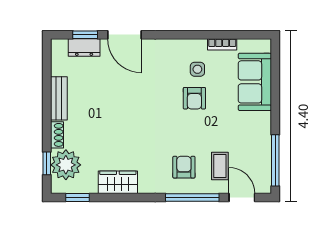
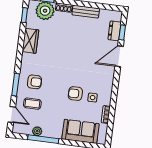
plant: (264, 152) -> (37, 131), added
window: (275, 160) -> (43, 139), moved
window: (192, 197) -> (16, 85), width x0.69
door: (242, 197) -> (12, 115), hinge flipped

